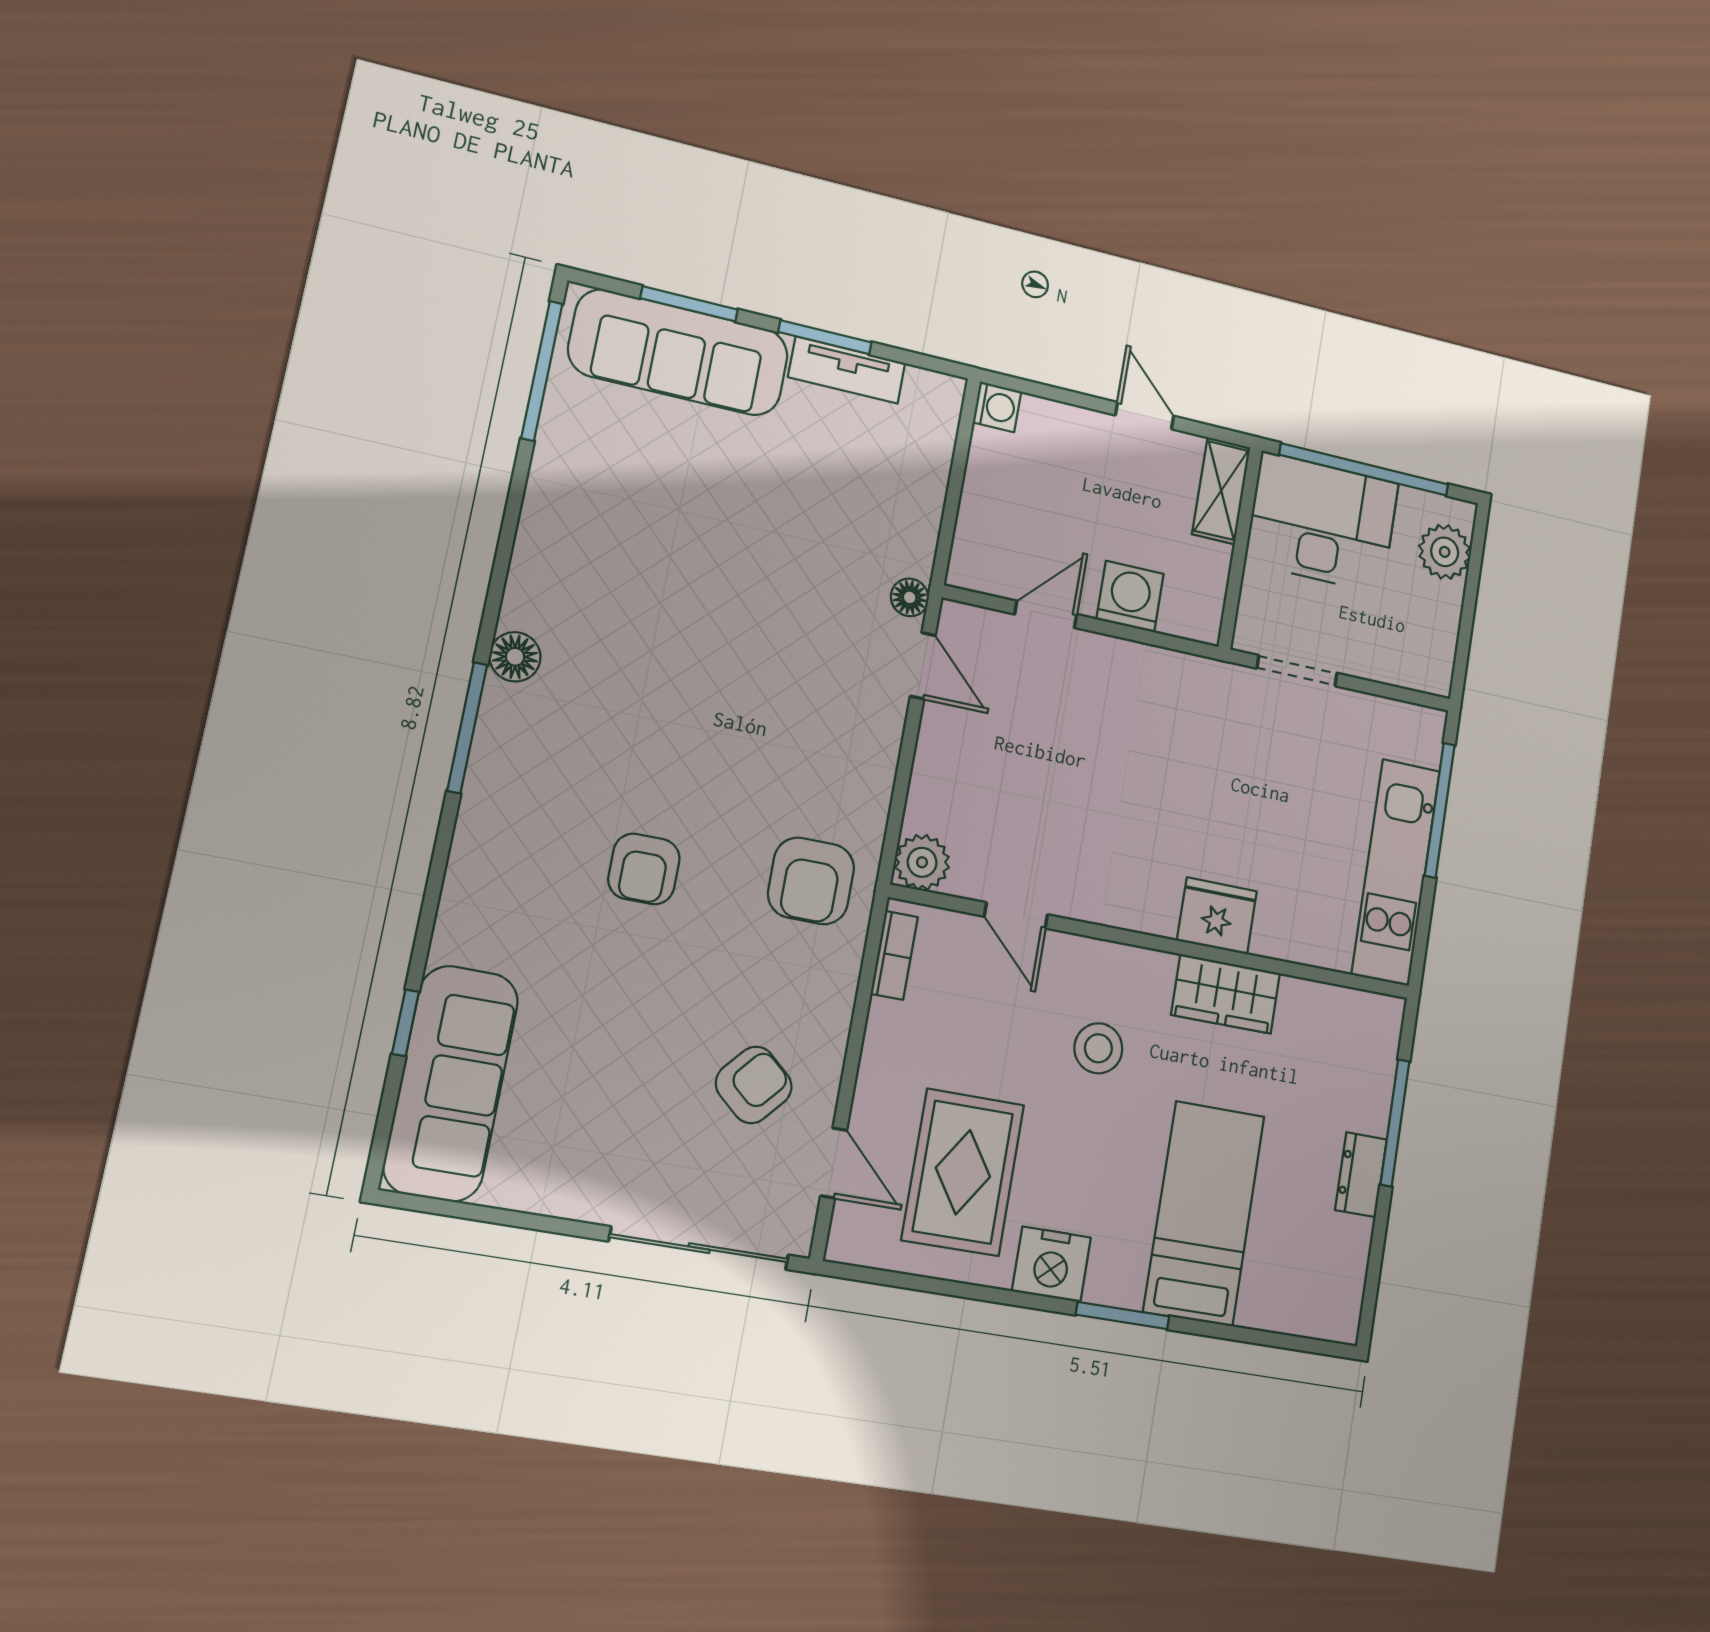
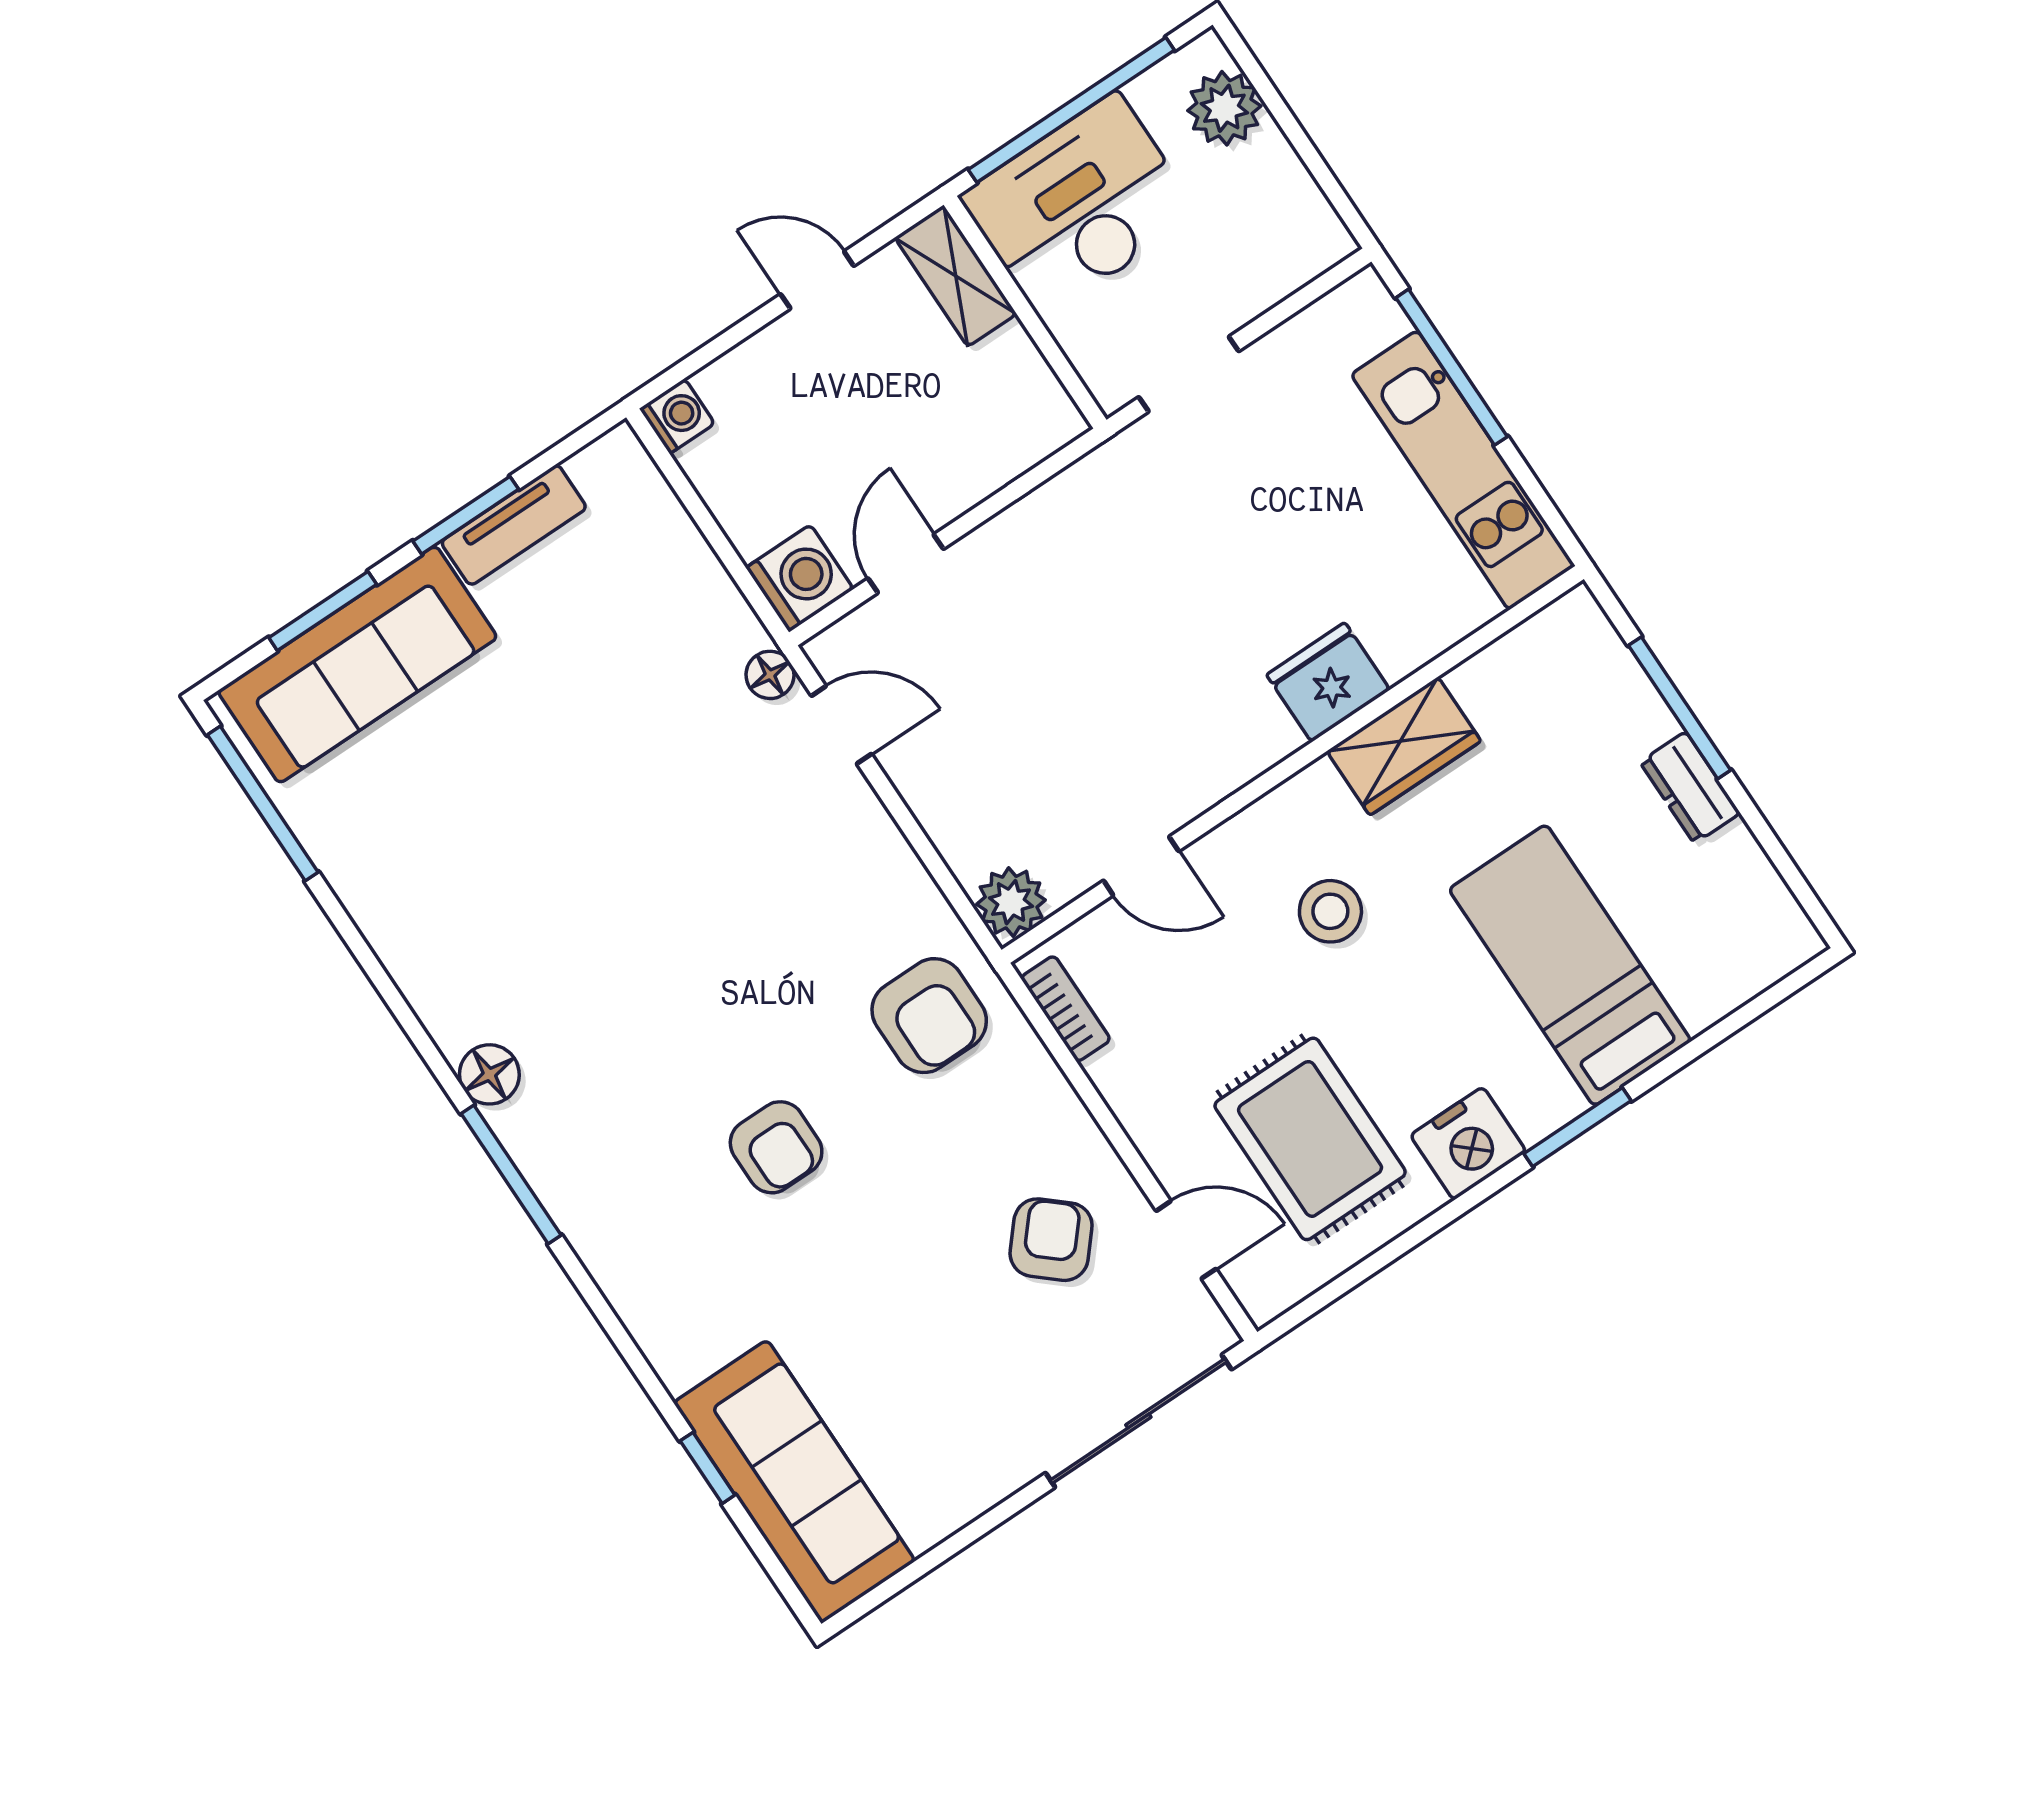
washing machine: (1130, 597) -> (800, 578), moved, turned 90

